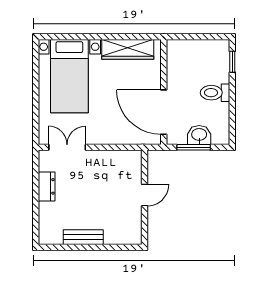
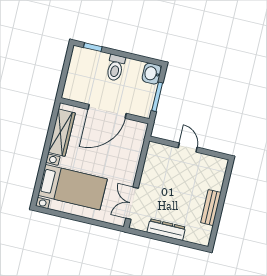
door: (164, 112) -> (107, 111), moved
washbasin: (199, 135) -> (152, 74), moved
dresser: (47, 186) -> (166, 230), width x1.44

